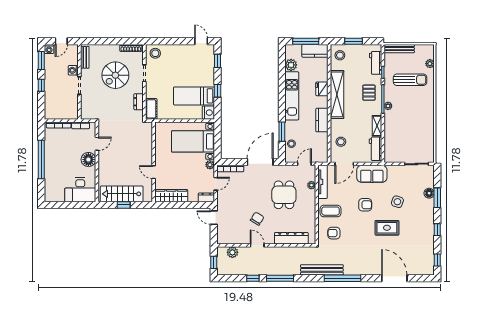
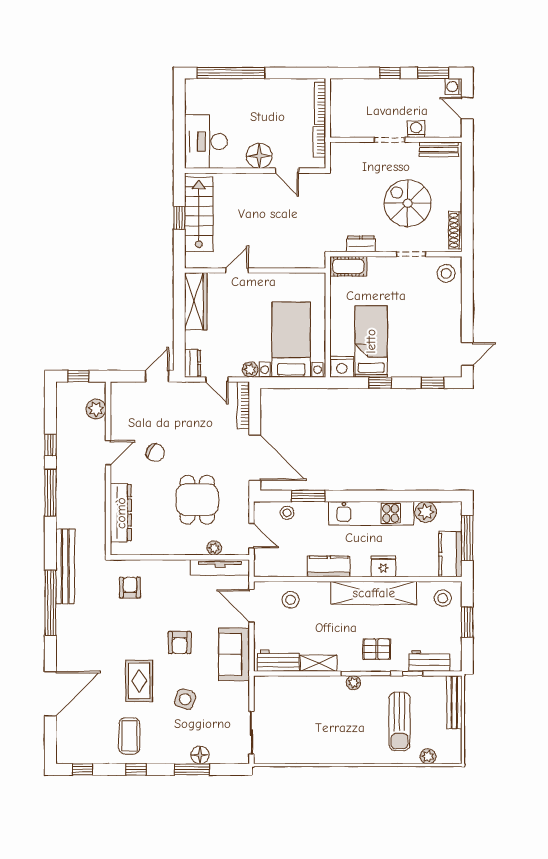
window: (41, 159) -> (231, 73), moved
dining table: (284, 195) -> (197, 500), turned 90
coffee table: (331, 211) -> (129, 736), moved

